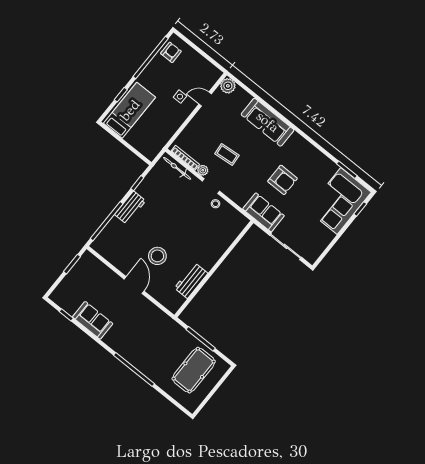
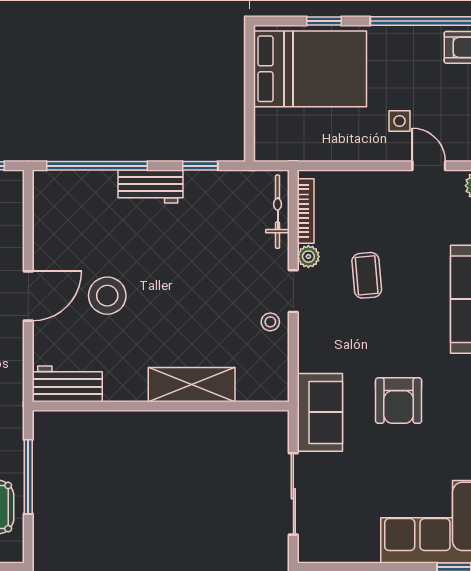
bed: (130, 110) -> (310, 69), width x1.50
shelving: (215, 251) -> (192, 385), added
workbench: (191, 281) -> (67, 384), moved

